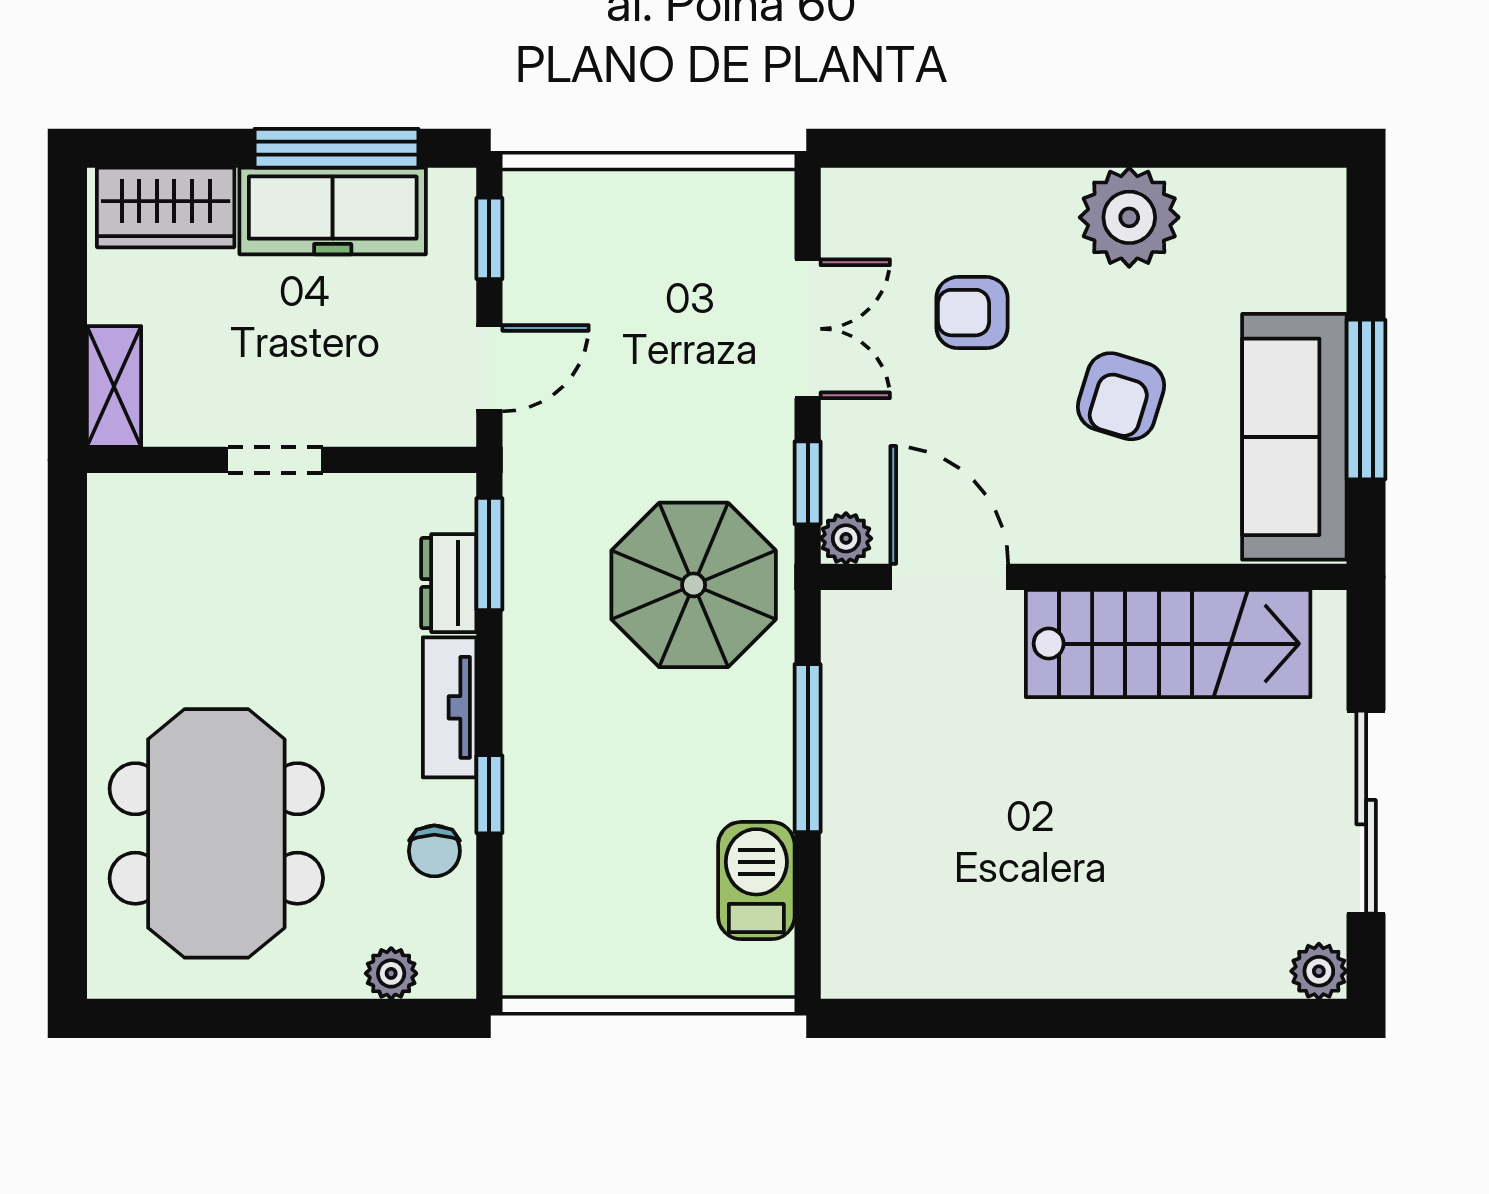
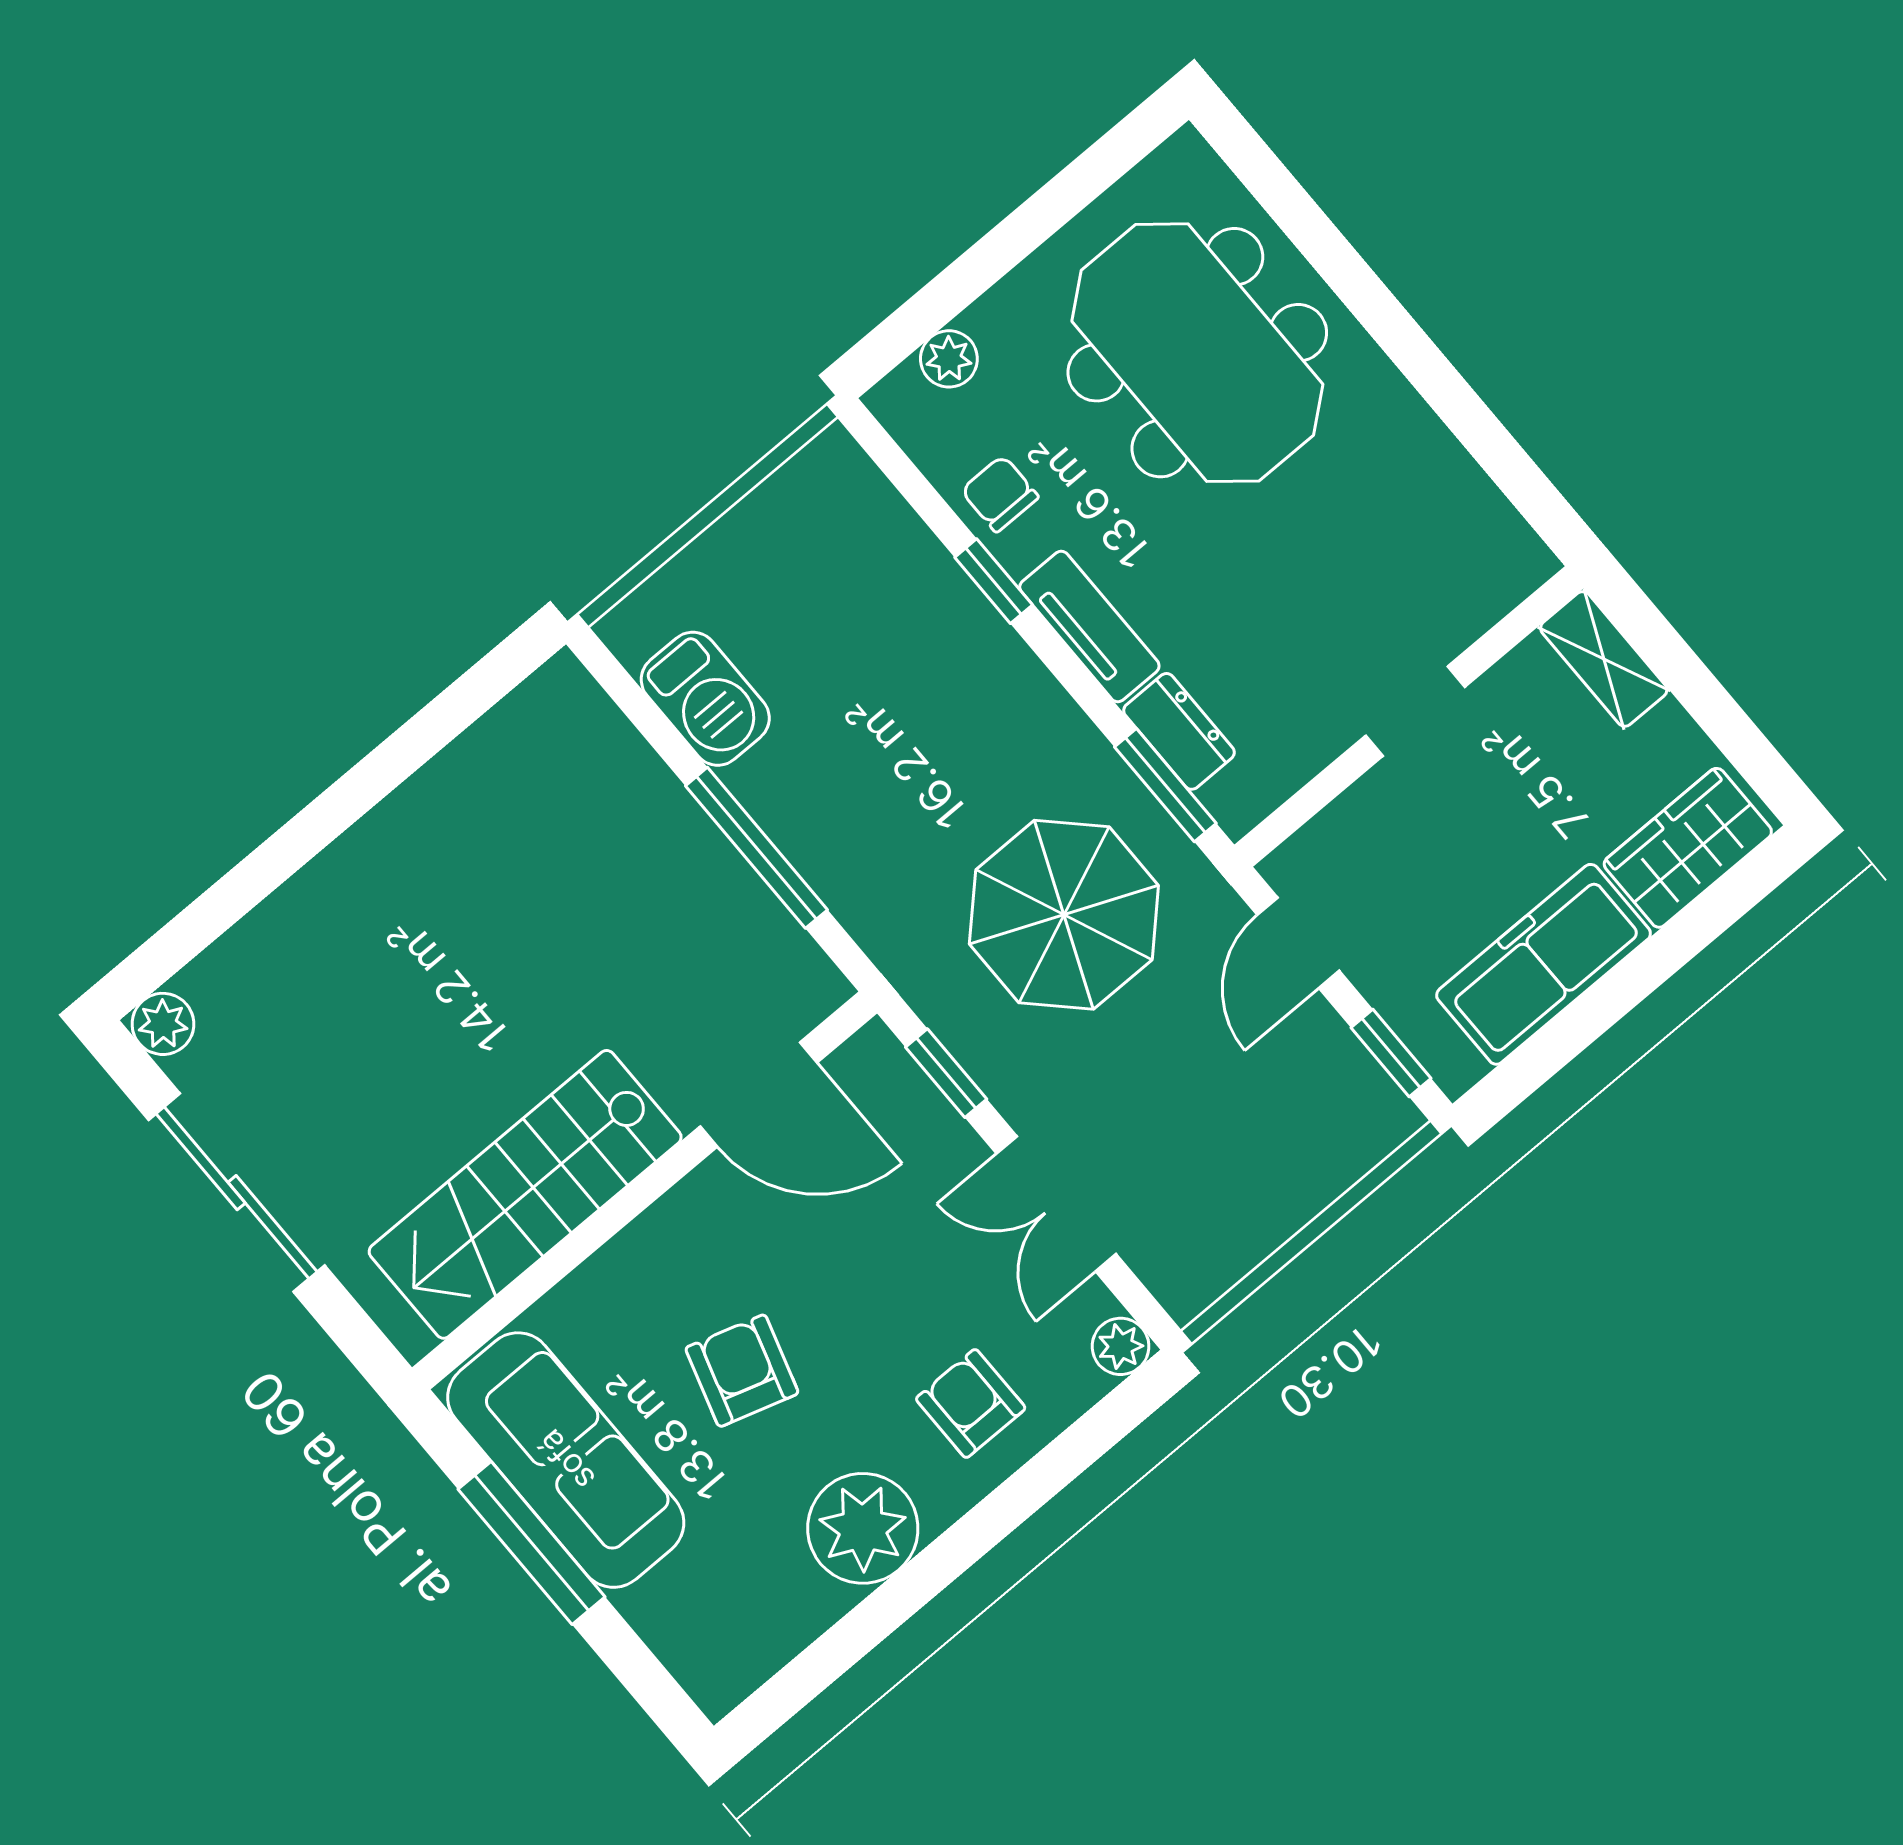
window: (337, 148) -> (1585, 1020), removed
armchair: (972, 313) -> (971, 1403), moved, turned -90
plant: (846, 538) -> (1121, 1346), moved
parasol: (694, 585) -> (1064, 915), moved

